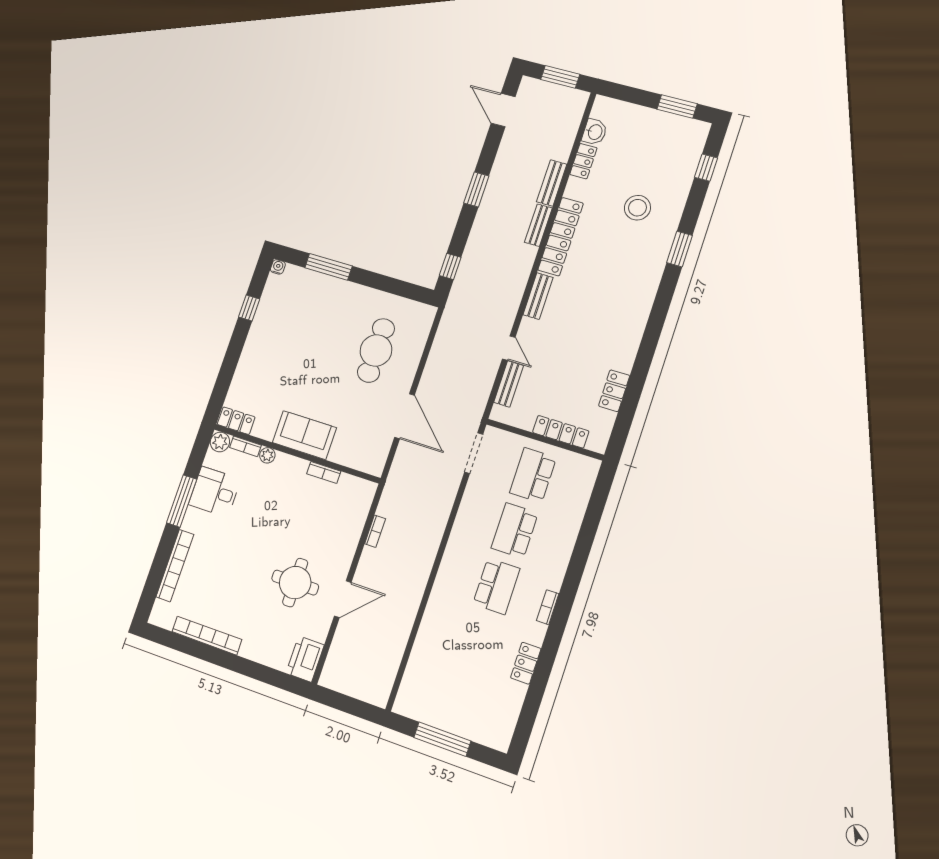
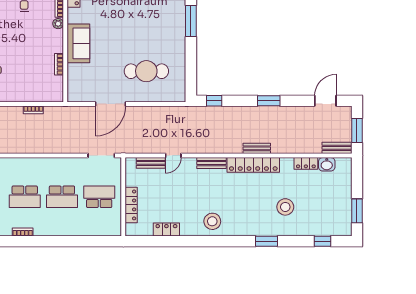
bench: (552, 183) -> (337, 148), moved
stool: (624, 320) -> (212, 221), added
school desk: (515, 531) -> (62, 197), turned 180

